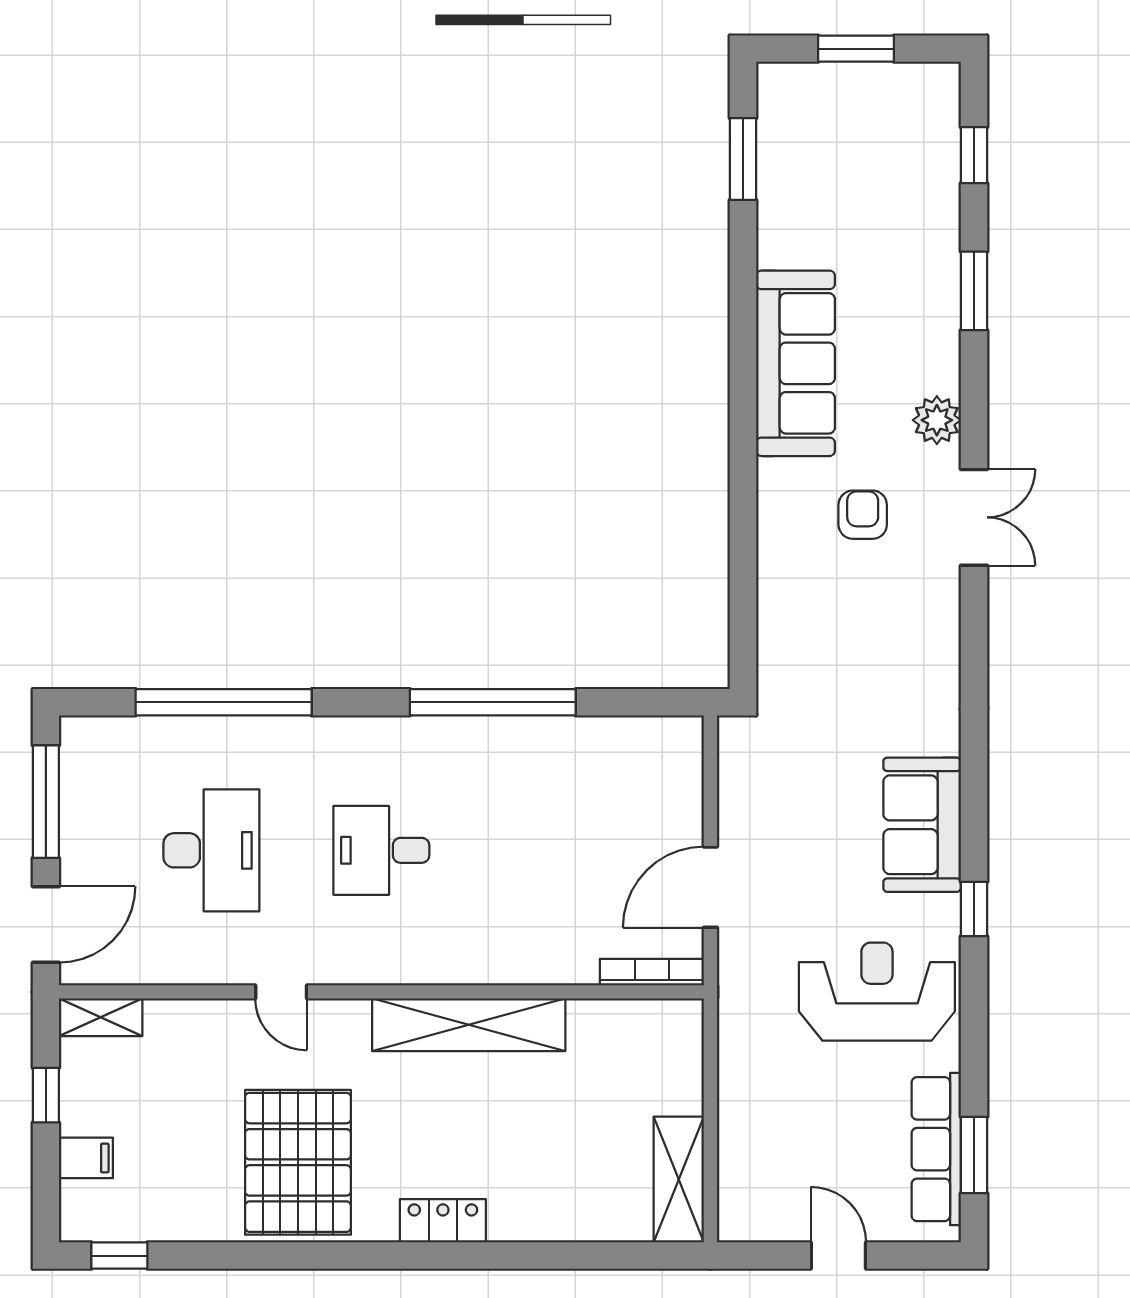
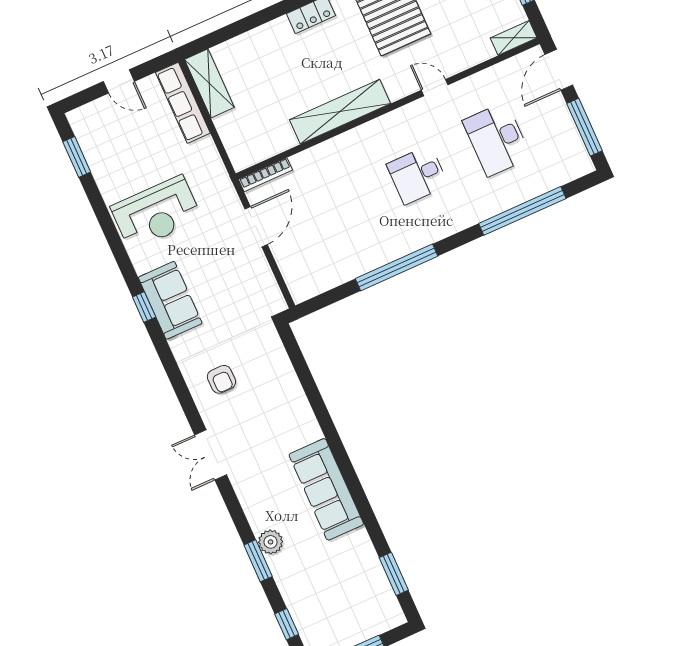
plant: (937, 420) -> (271, 542), moved
armchair: (863, 515) -> (221, 379), moved
desk: (381, 850) -> (418, 175), turned 180
window: (974, 909) -> (144, 307), moved
row of seats: (936, 1149) -> (183, 103), moved, turned 180

